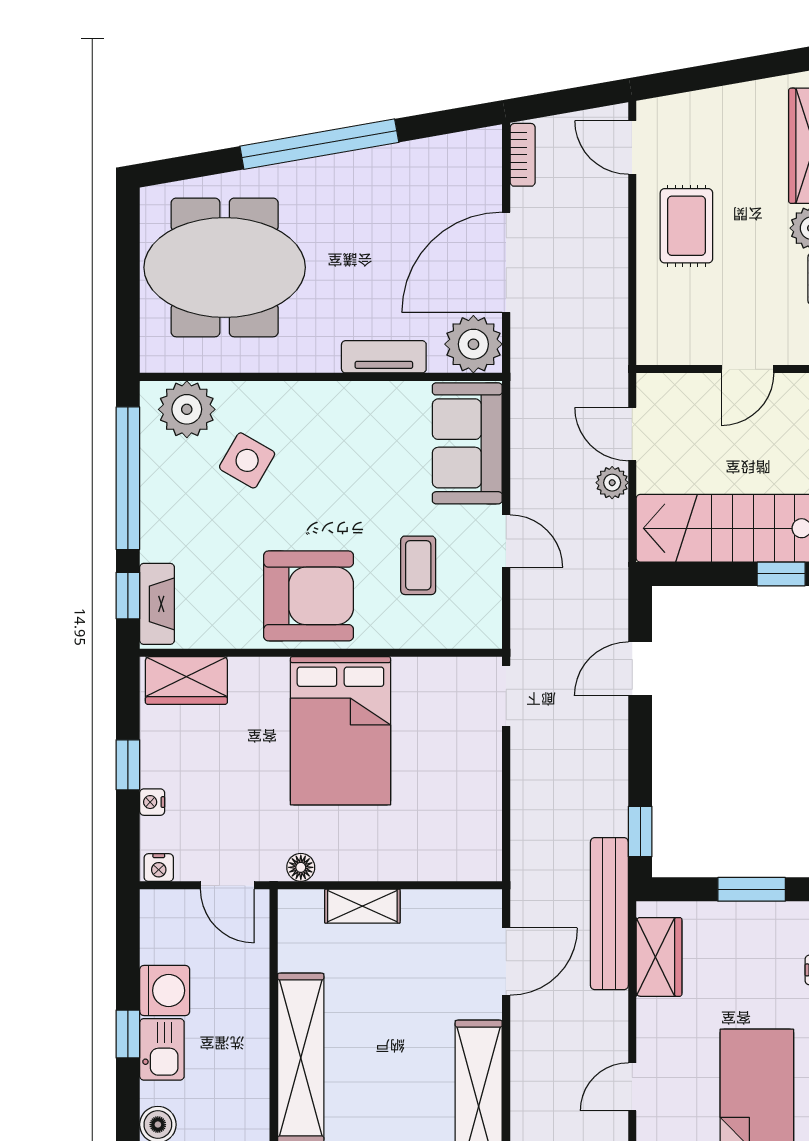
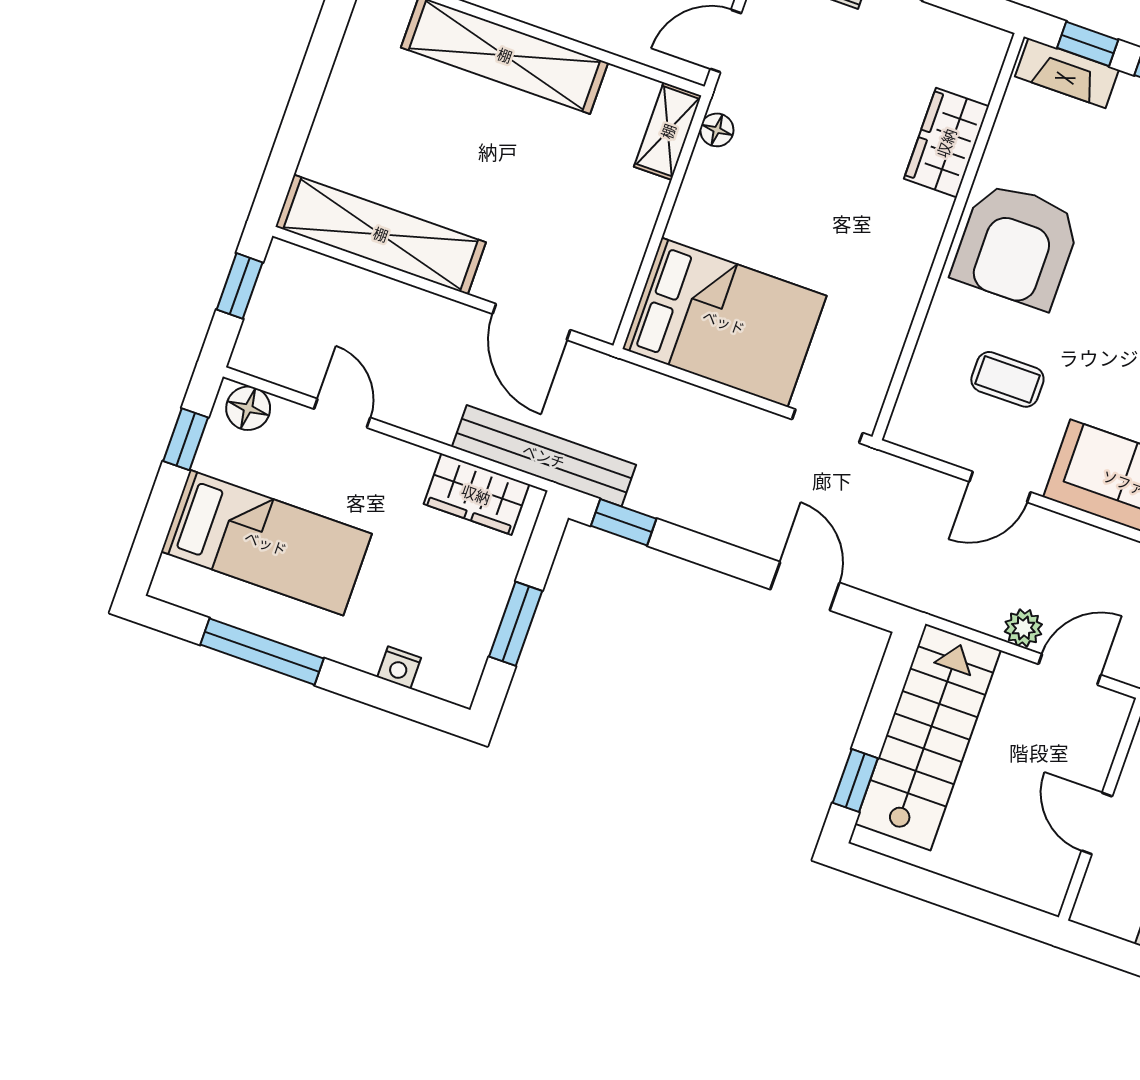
wardrobe: (186, 681) -> (946, 143), moved
bed: (340, 731) -> (724, 322), moved, turned 180
shelving: (362, 906) -> (668, 131), moved

